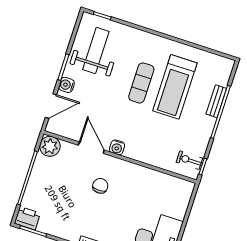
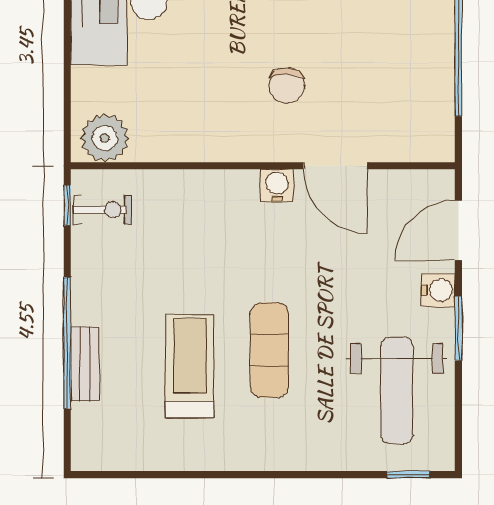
treadmill: (175, 87) -> (190, 366), width x0.73, depth x0.73
plant: (50, 146) -> (105, 138), moved

